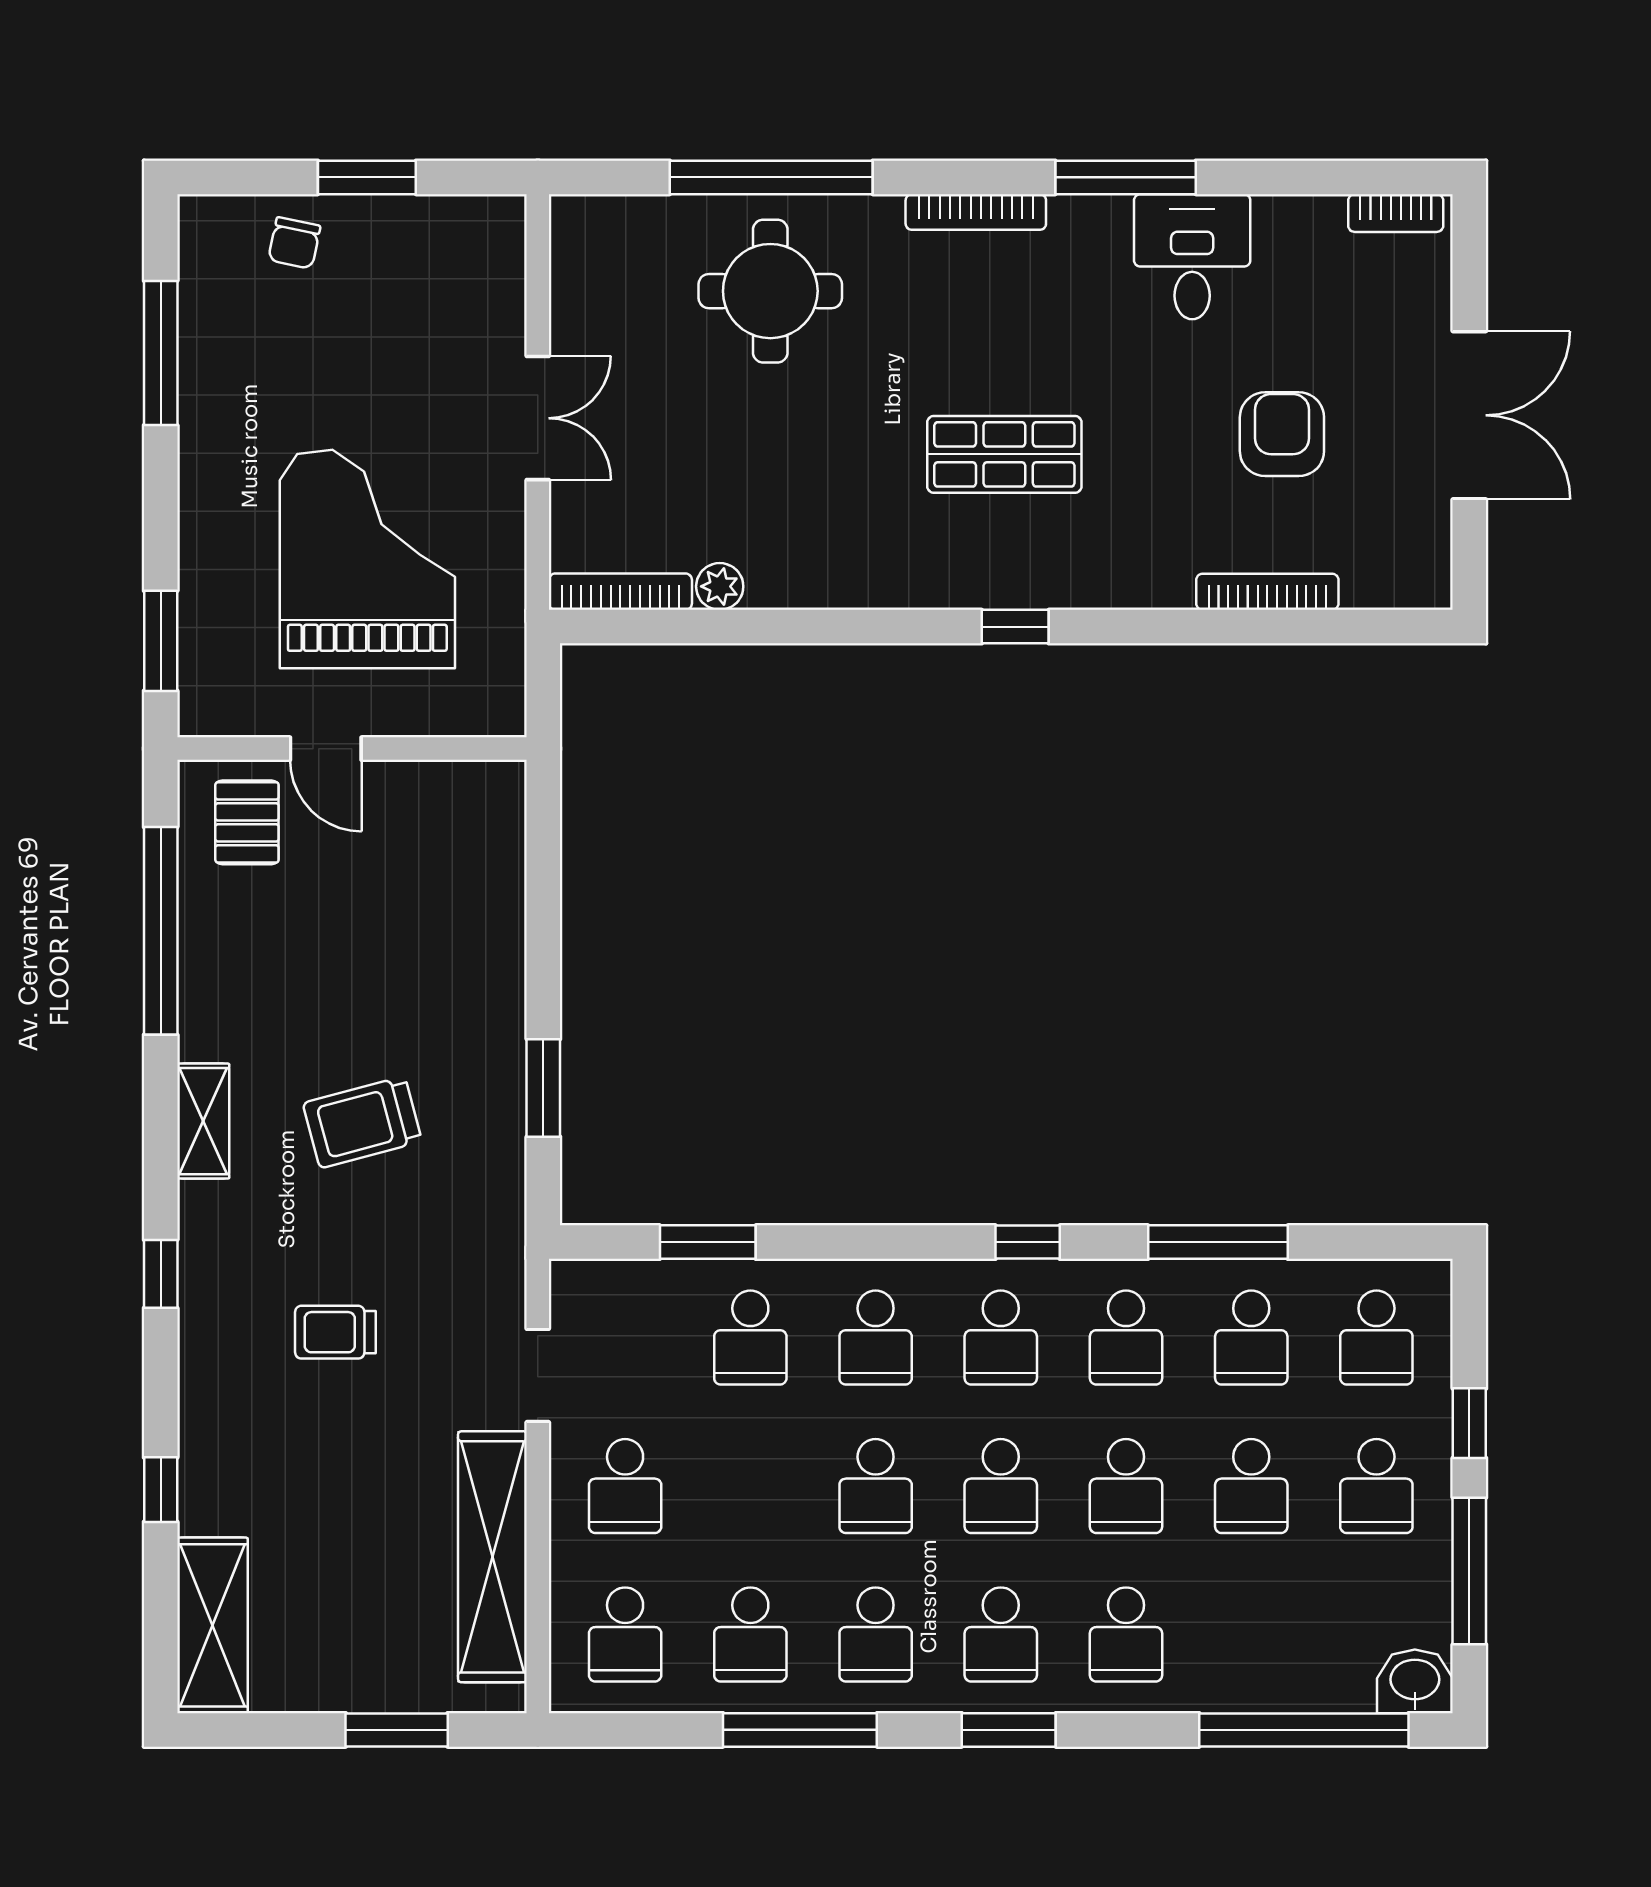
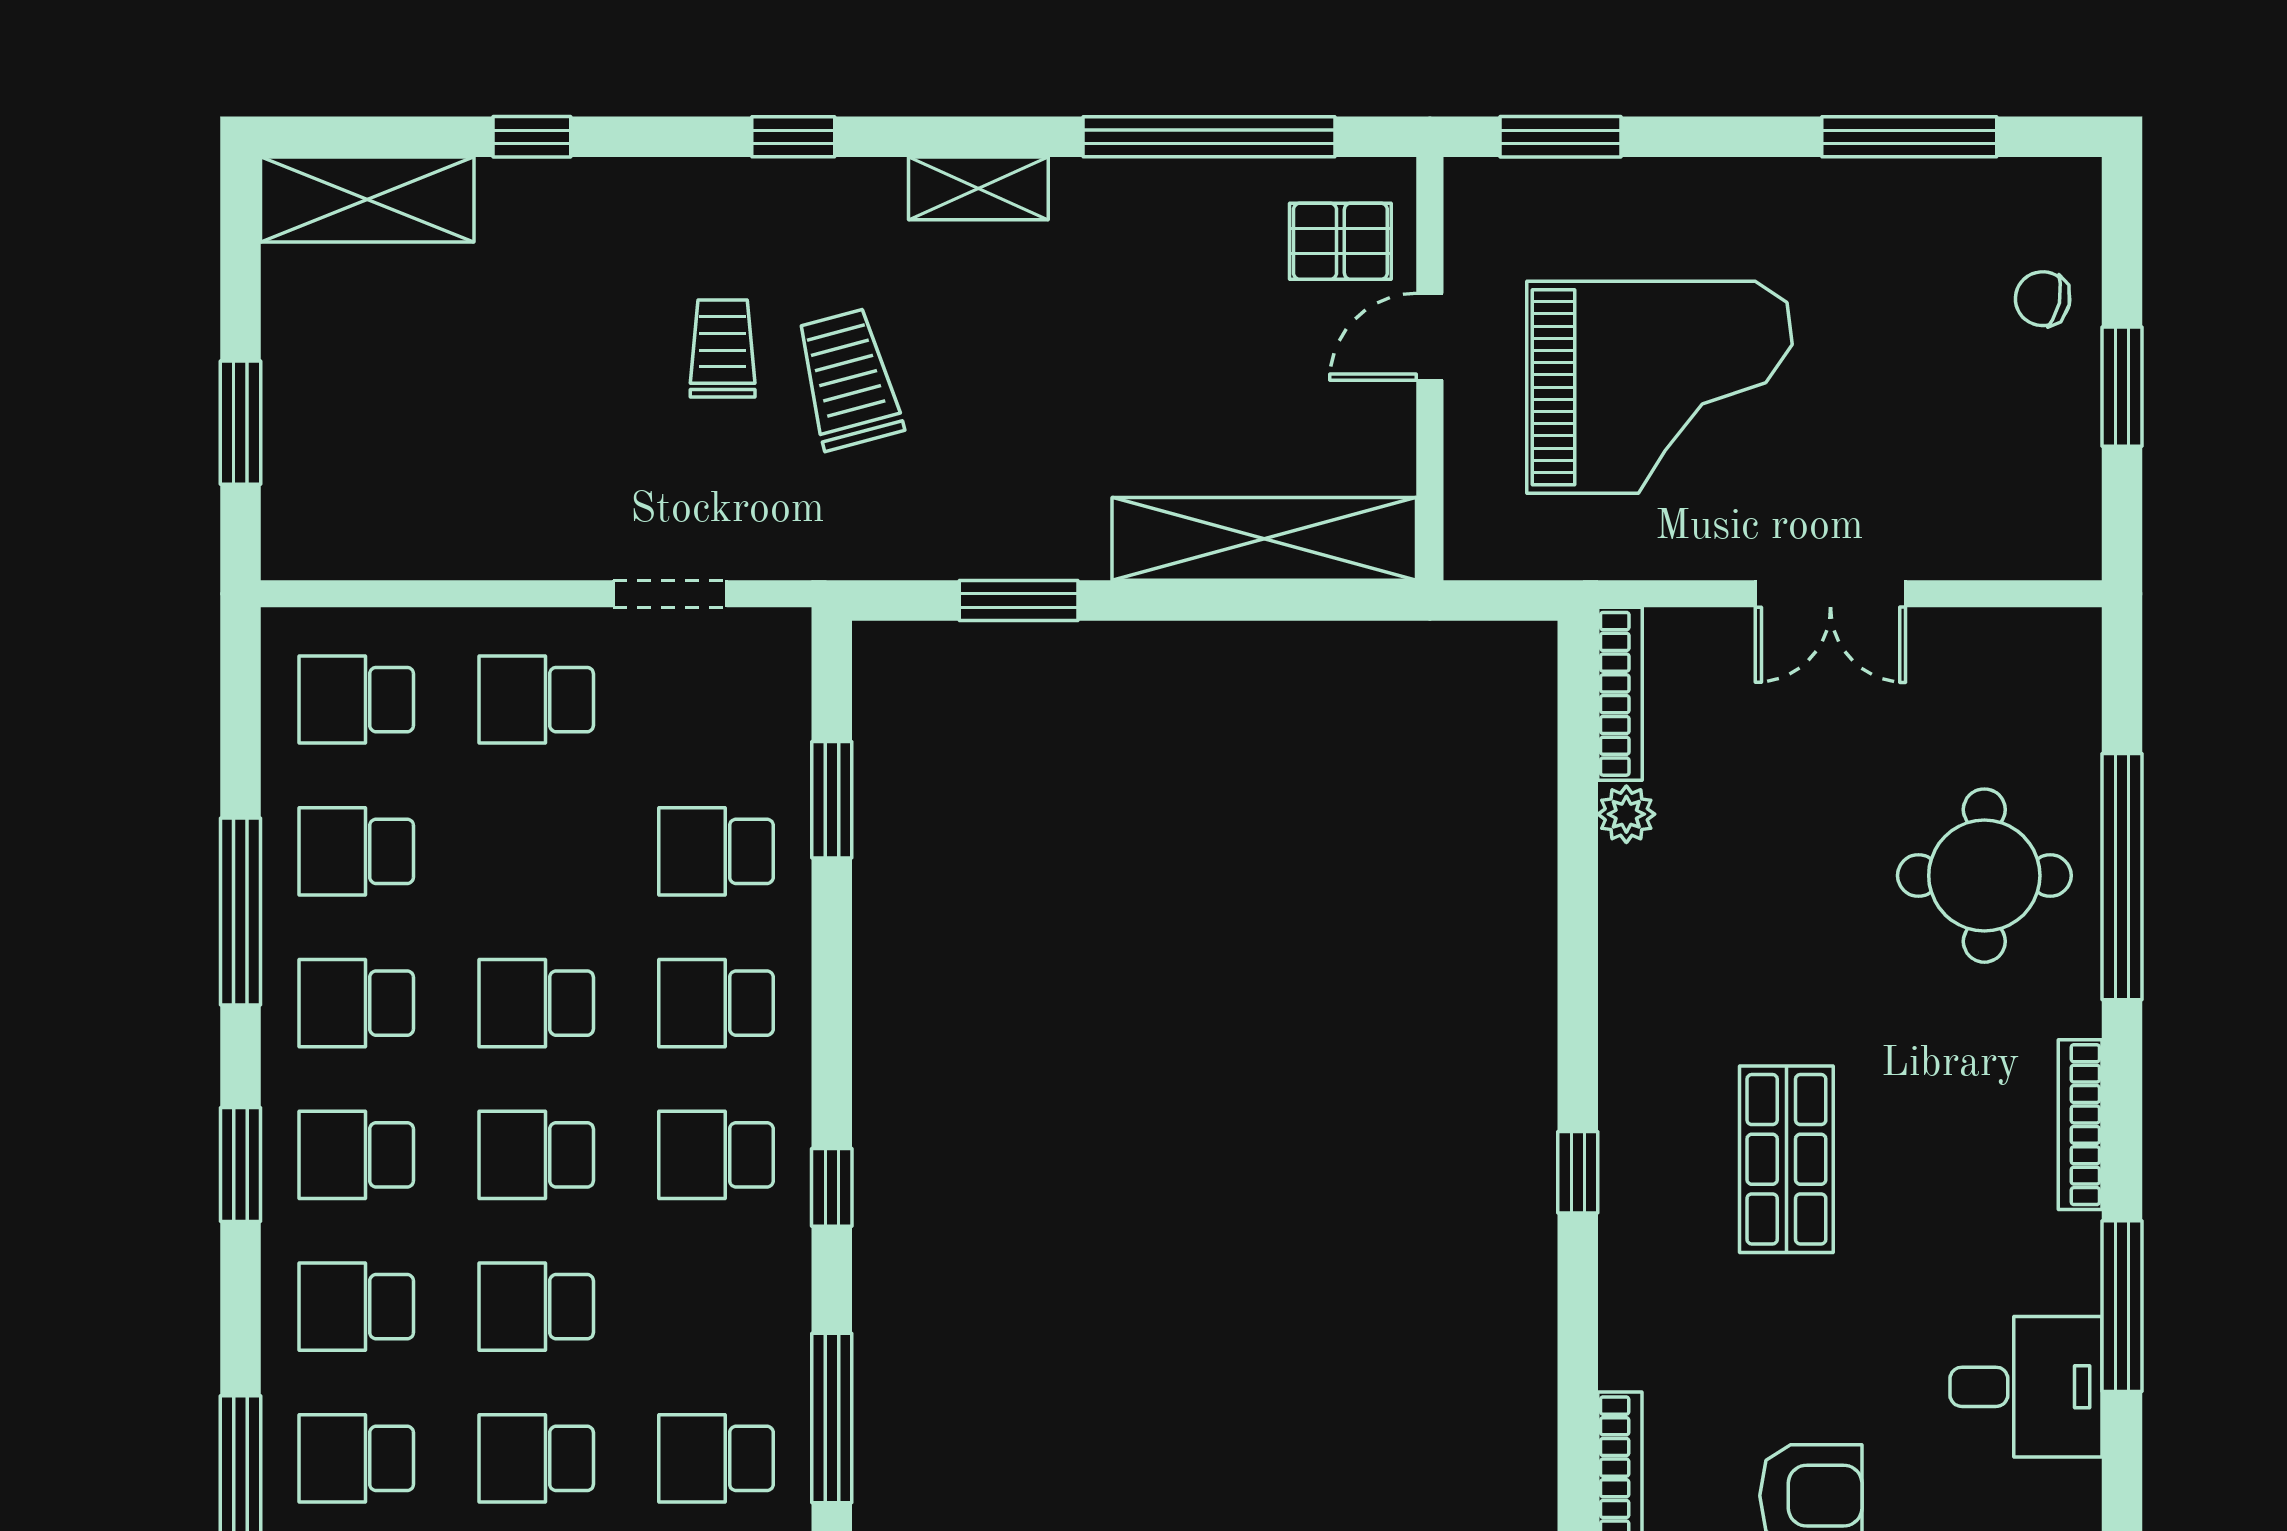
trolley: (362, 1122) -> (848, 379), moved
school desk: (1126, 1338) -> (356, 1458), moved
shelving: (492, 1557) -> (1264, 539), moved

